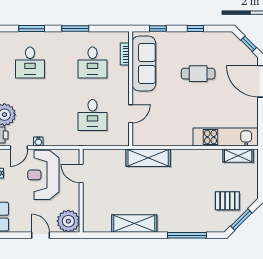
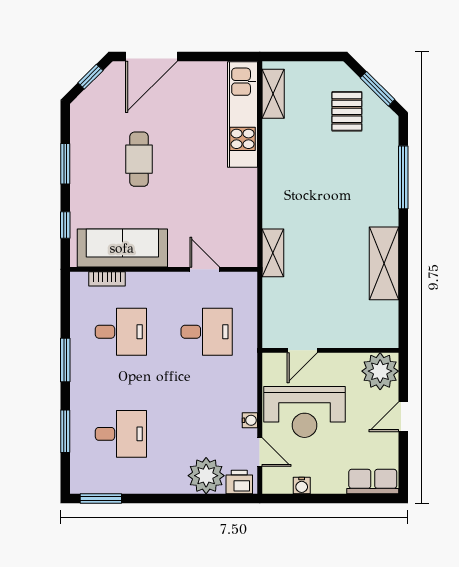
window: (195, 29) -> (65, 164), width x1.50
shelving: (148, 158) -> (273, 253), width x0.67, depth x0.75

